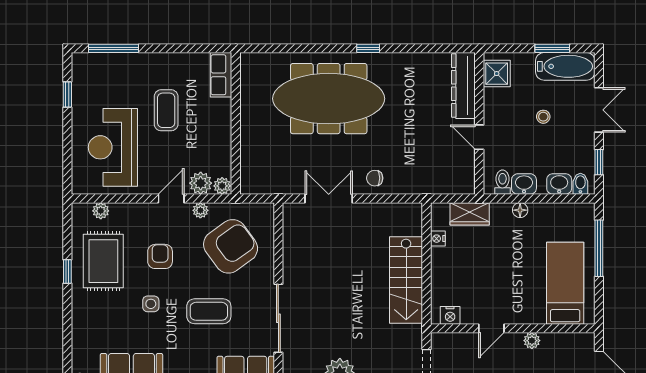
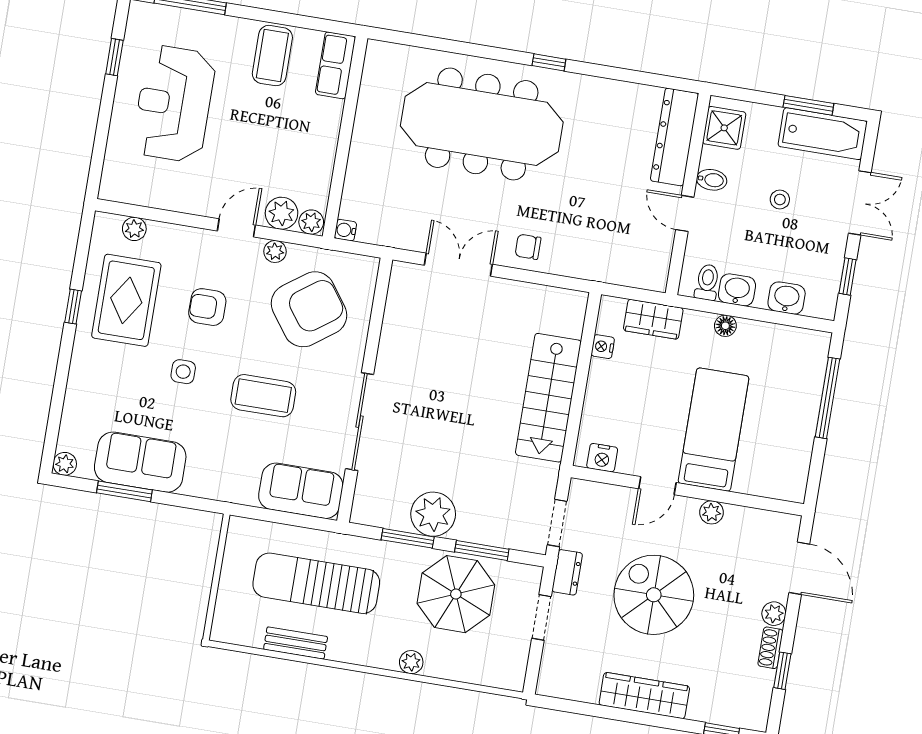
coffee table: (166, 110) -> (272, 56), moved
reception desk: (113, 147) -> (174, 104), moved
bidet: (580, 184) -> (712, 180), moved, turned 90
water cooler: (247, 188) -> (345, 230), added
armchair: (160, 256) -> (207, 307), turned -90
bed: (565, 283) -> (714, 430), moved

